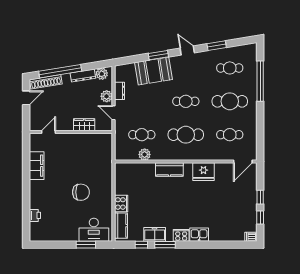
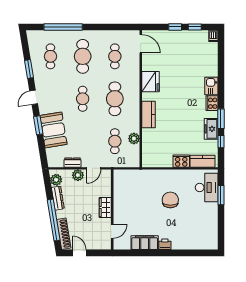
wardrobe: (84, 125) -> (105, 208), moved
door: (48, 132) -> (112, 231), swing flipped
printer: (35, 215) -> (165, 244), moved

